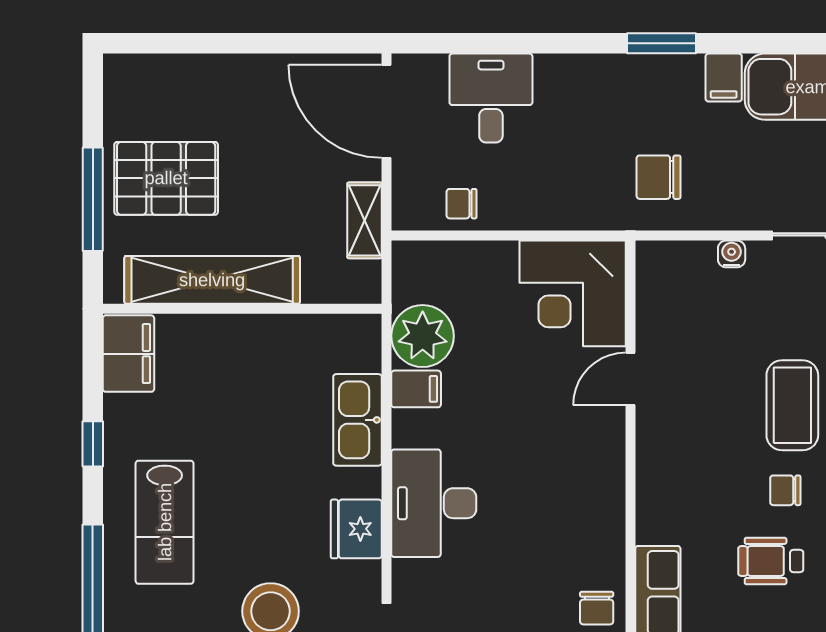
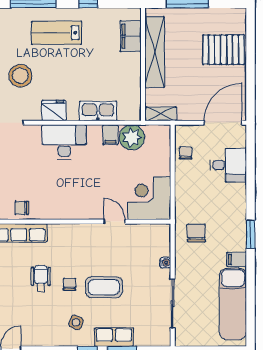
pallet: (166, 178) -> (224, 50), moved, turned 90
shelving: (365, 220) -> (161, 114), moved
filing cabinet: (128, 354) -> (131, 36), moved, turned 90

